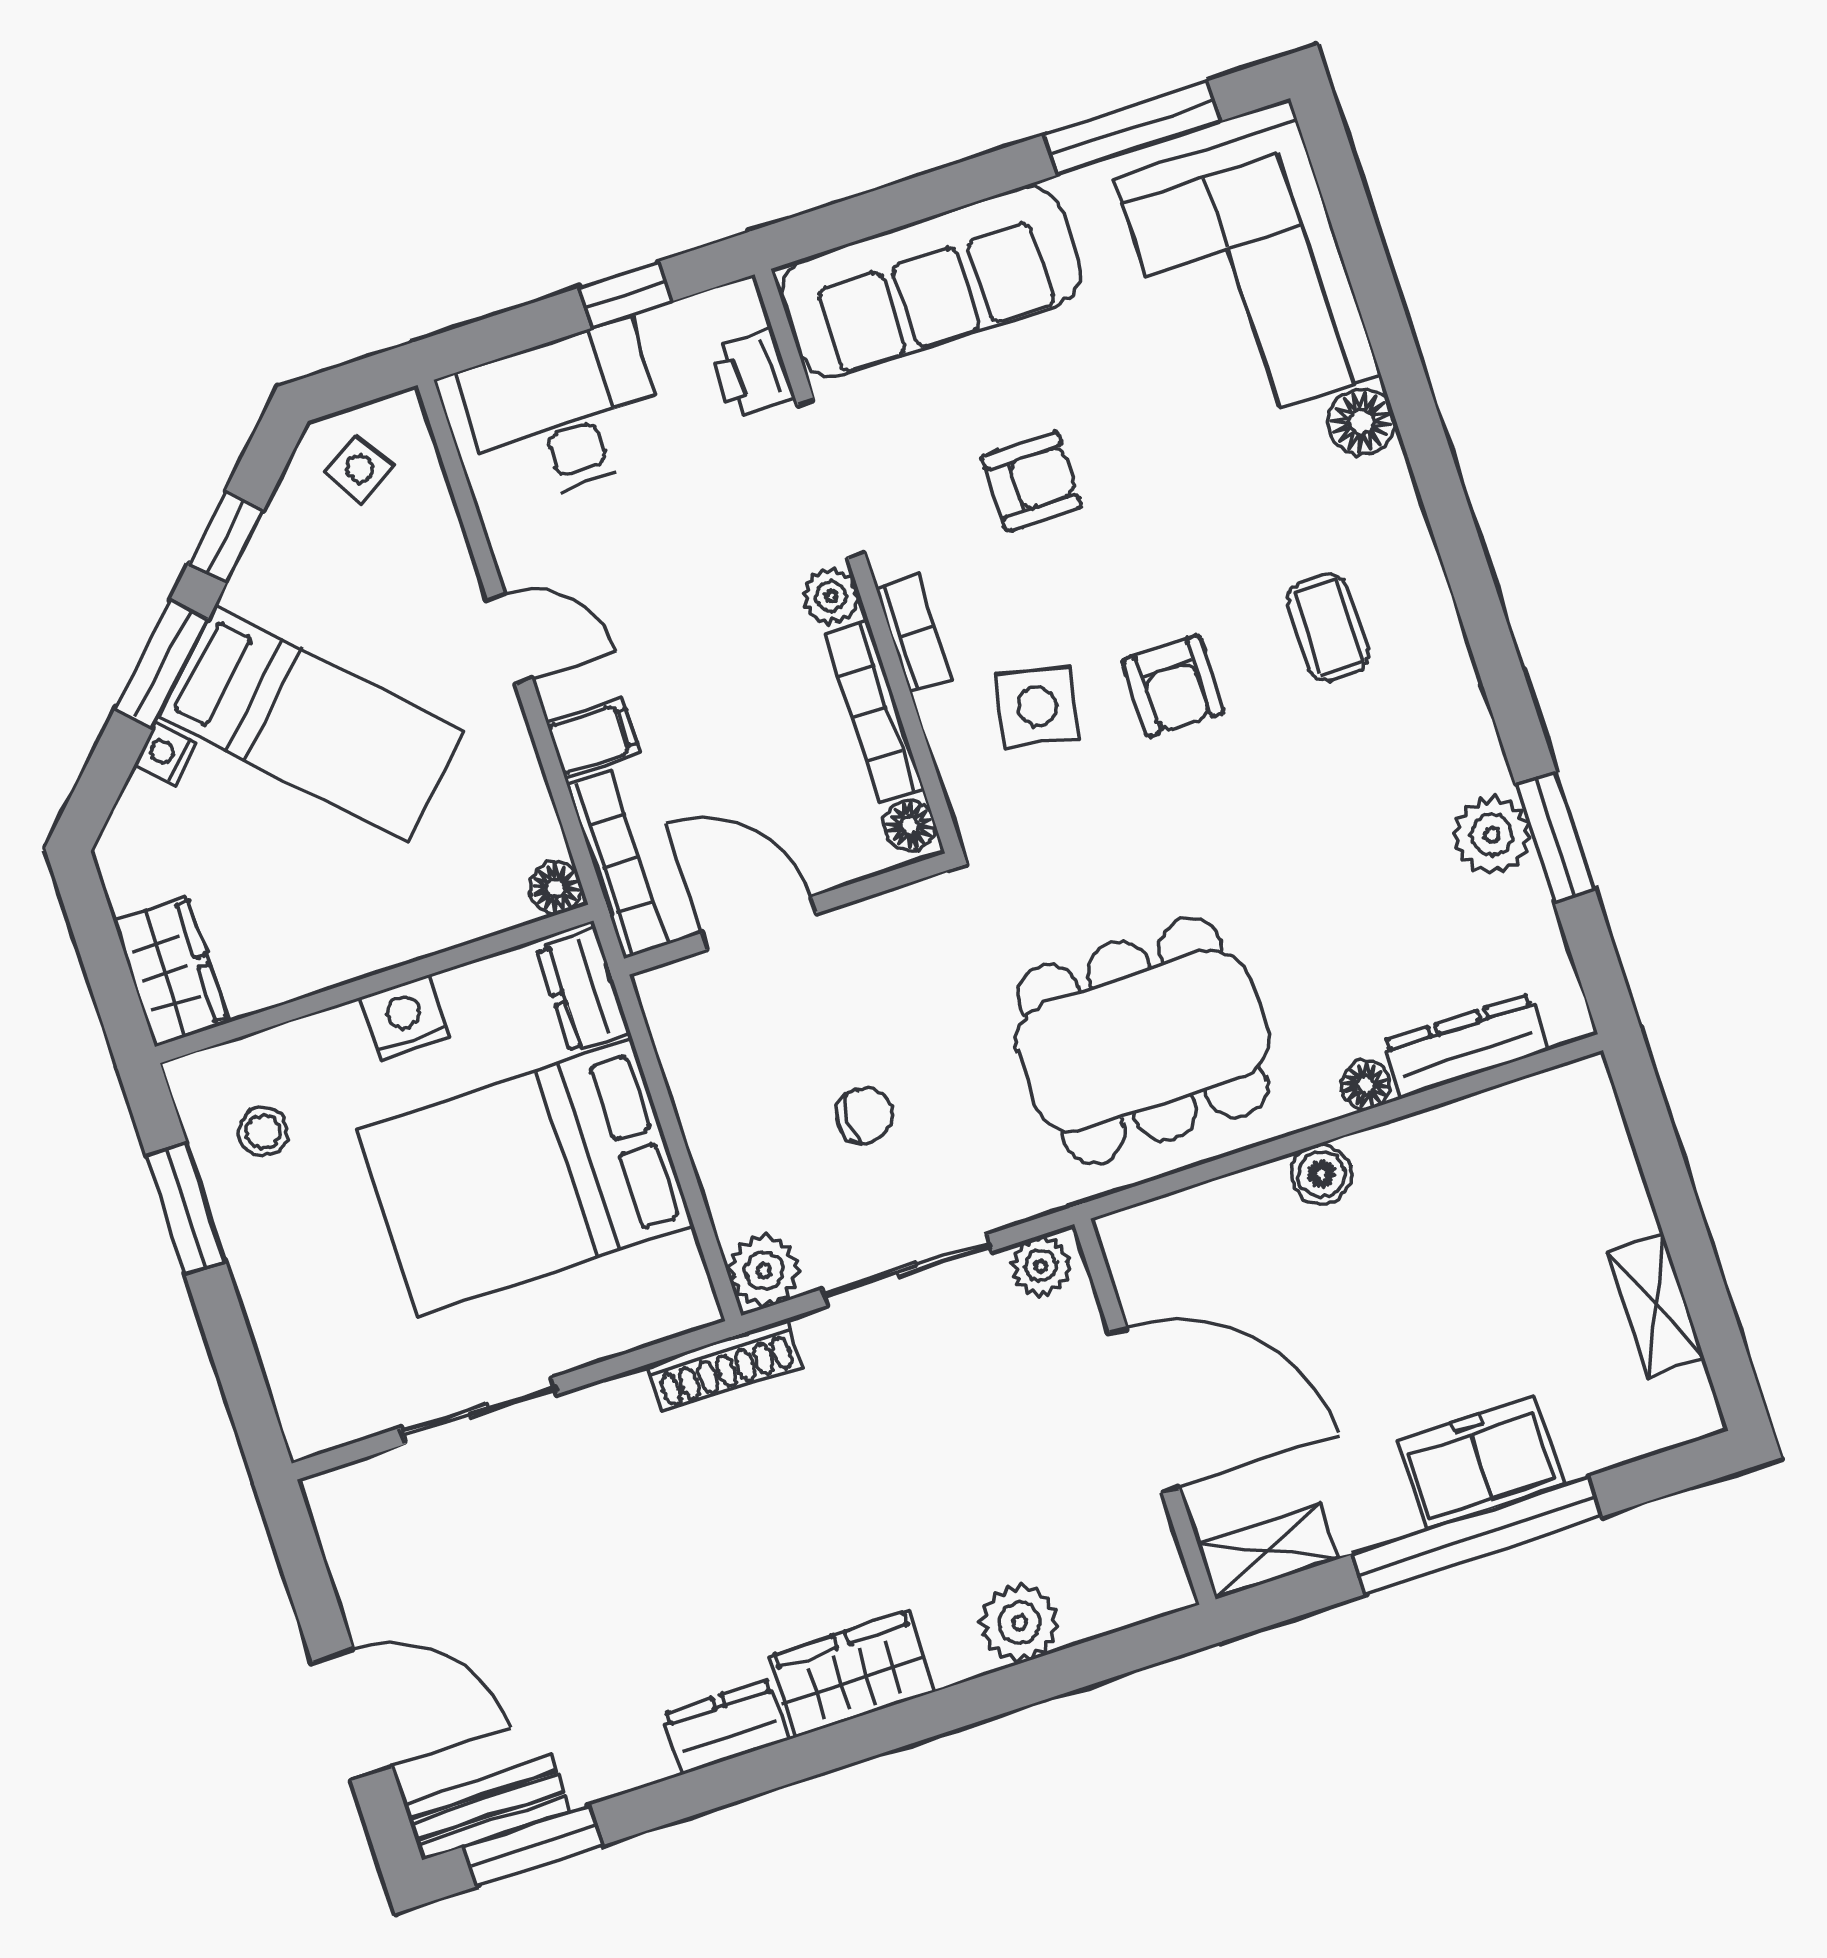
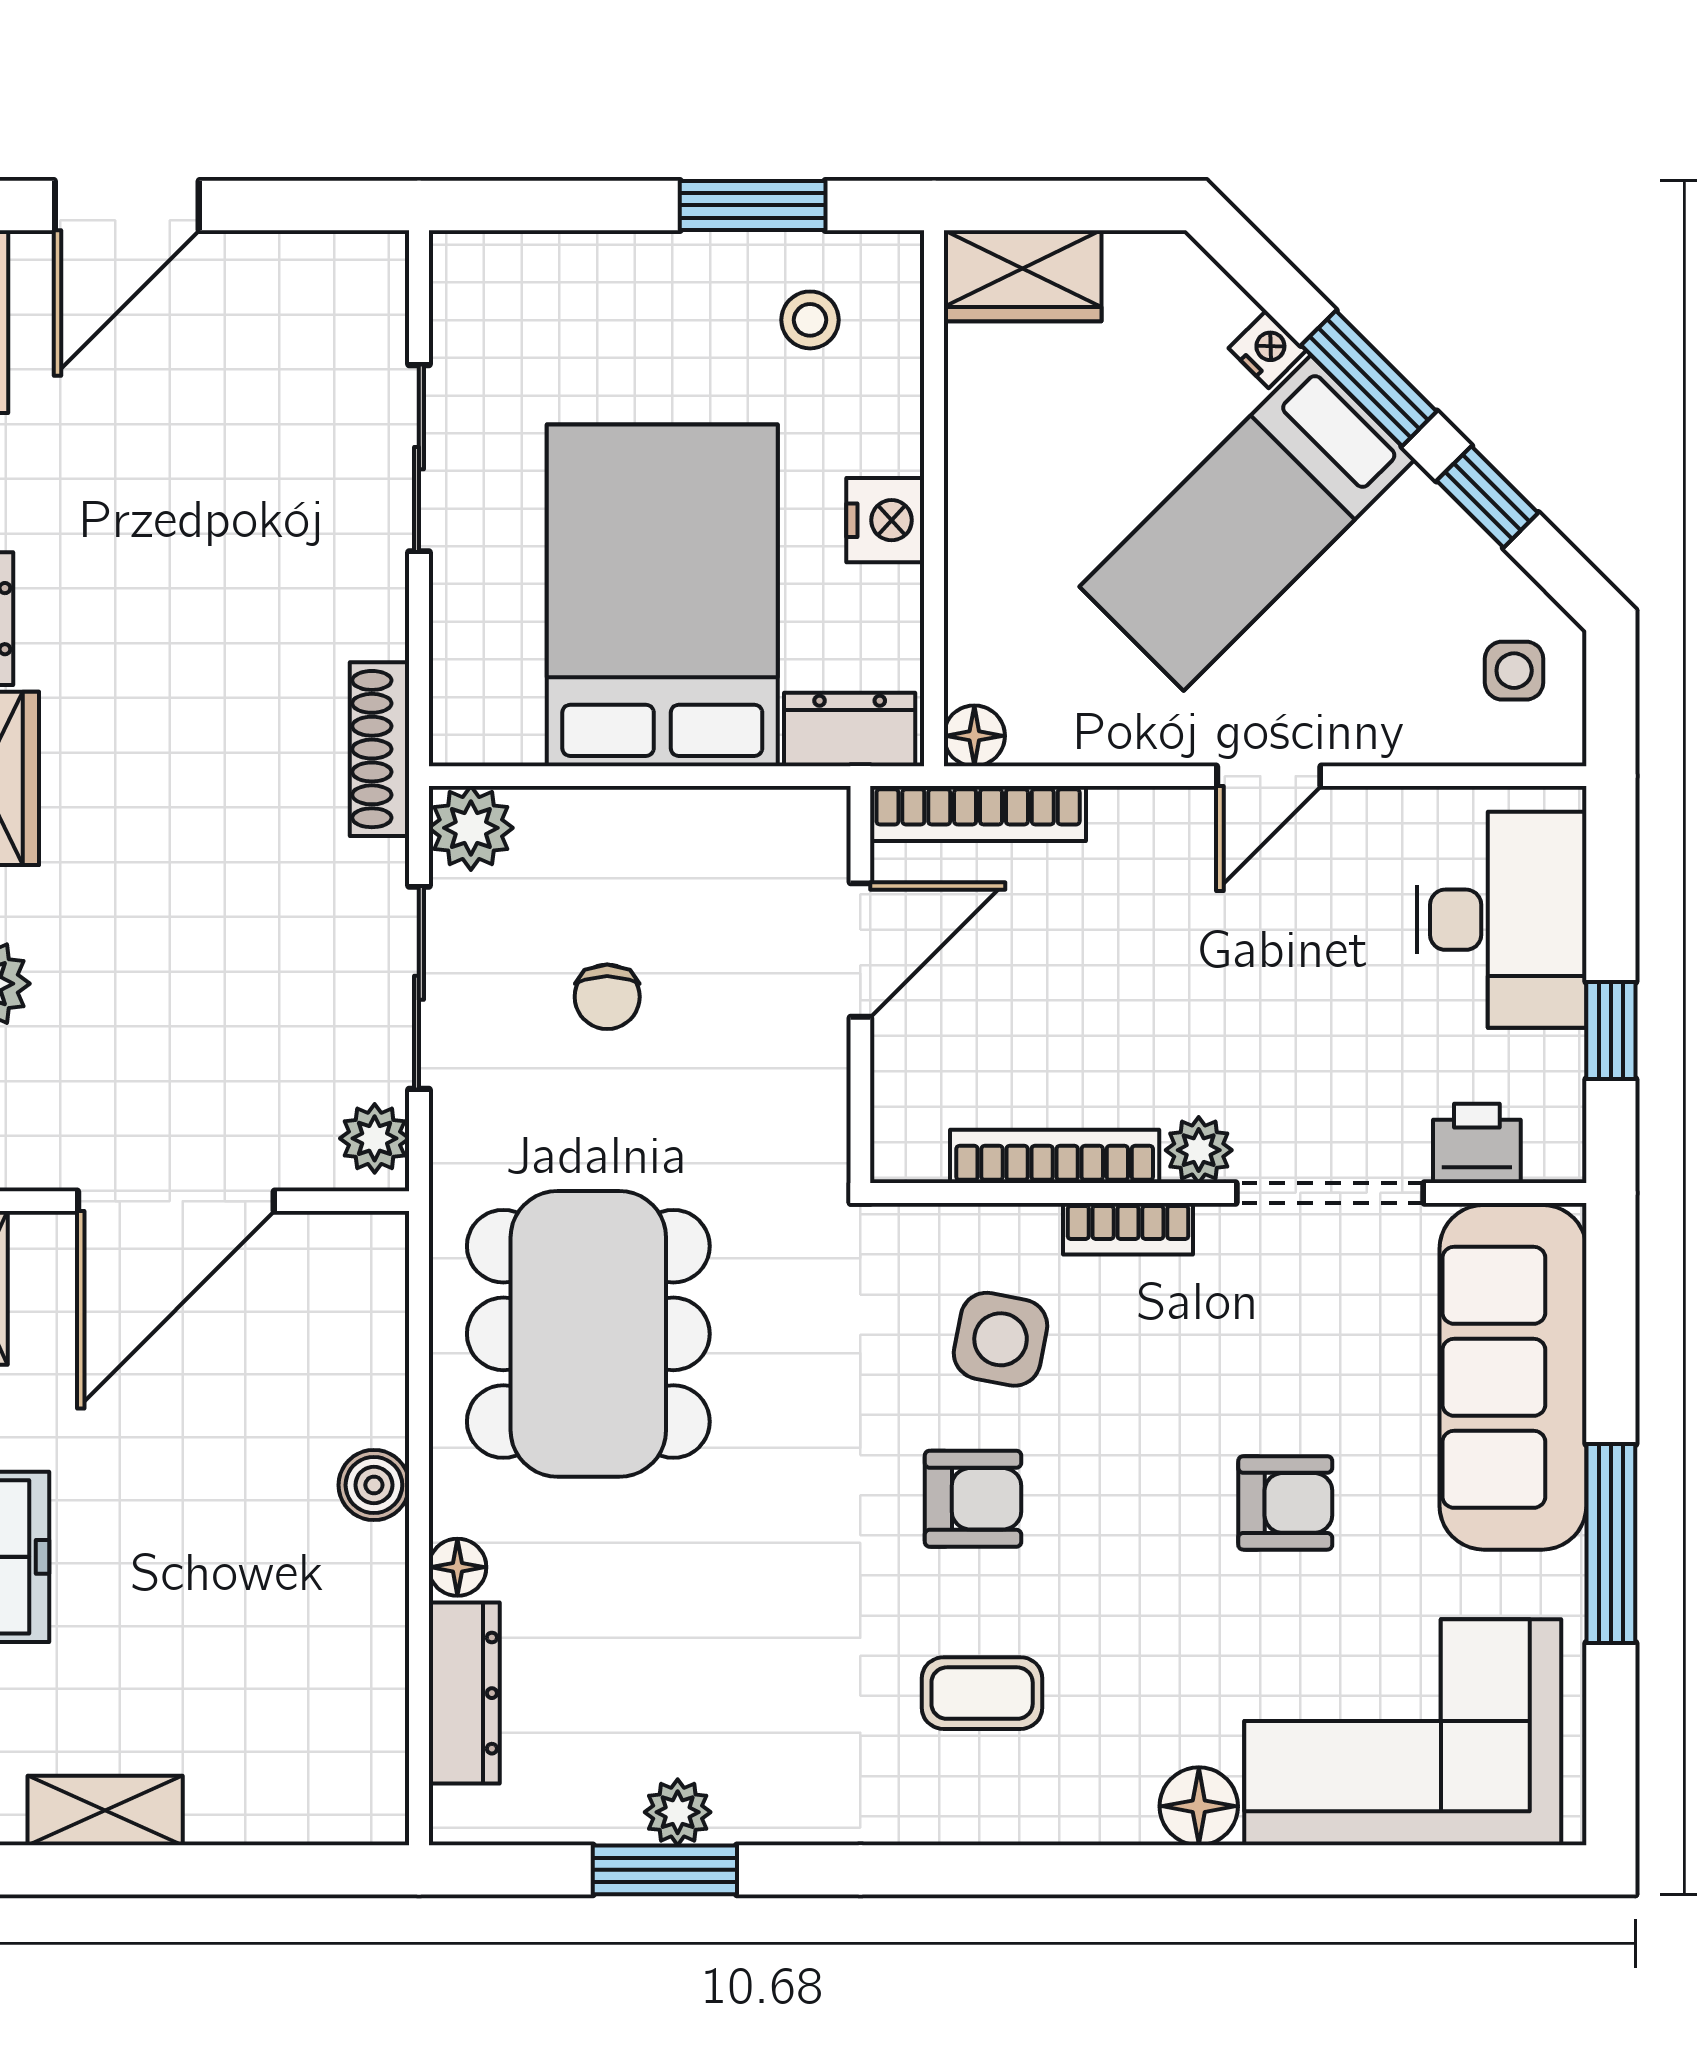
window: (1133, 128) -> (1611, 1544), moved
side table: (359, 469) -> (1514, 671), turned 32
armchair: (1032, 482) -> (1285, 1503), moved, turned -90
armchair: (1173, 686) -> (973, 1499), turned 180
filing cabinet: (593, 738) -> (1128, 833), removed
floor lamp: (910, 826) -> (914, 1154), removed
plant: (1492, 835) -> (678, 1812), width x0.73, depth x0.73

